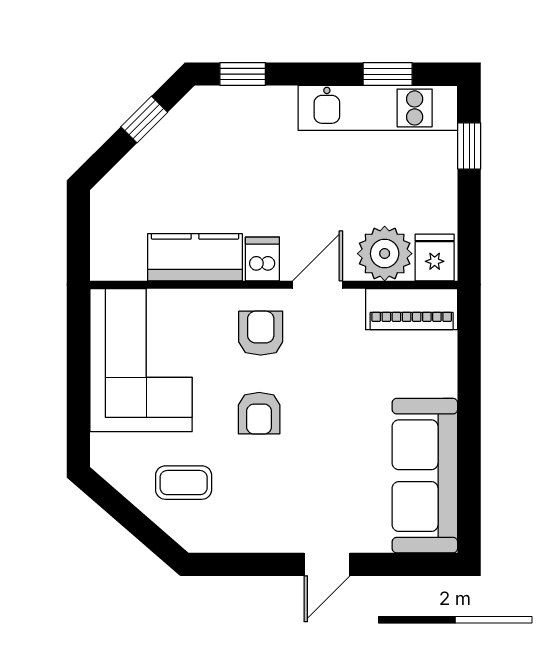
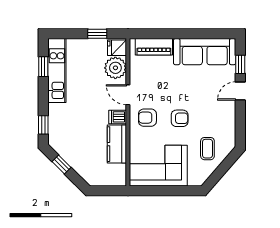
window: (469, 146) -> (97, 34), moved
piano: (412, 309) -> (154, 47), moved, turned 90
door: (327, 564) -> (240, 91), swing flipped
window: (393, 564) -> (240, 64), added

